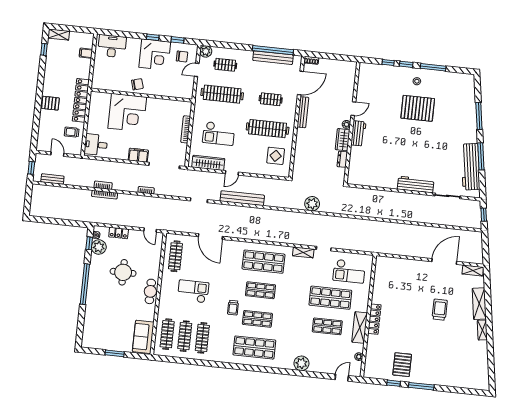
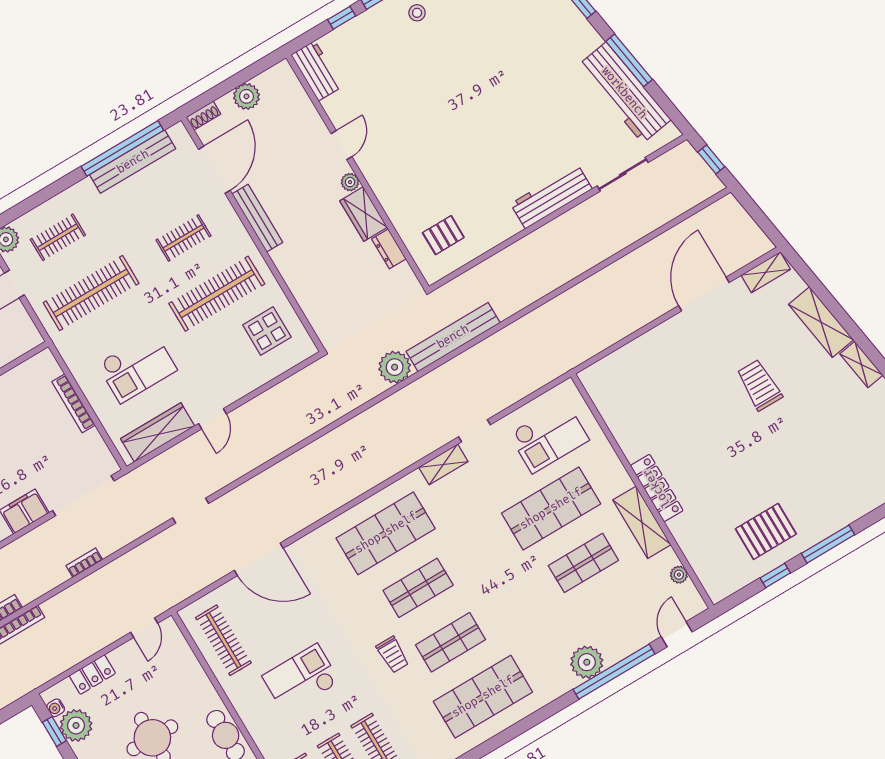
plant: (332, 65) -> (246, 96), added
pallet: (418, 108) -> (443, 235), moved, width x0.49, depth x0.50
workbench: (358, 133) -> (317, 71), moved
bench: (242, 198) -> (453, 337), moved
door: (150, 230) -> (144, 628), hinge flipped
pallet: (402, 365) -> (766, 531), turned 90
window: (309, 374) -> (614, 672), added

